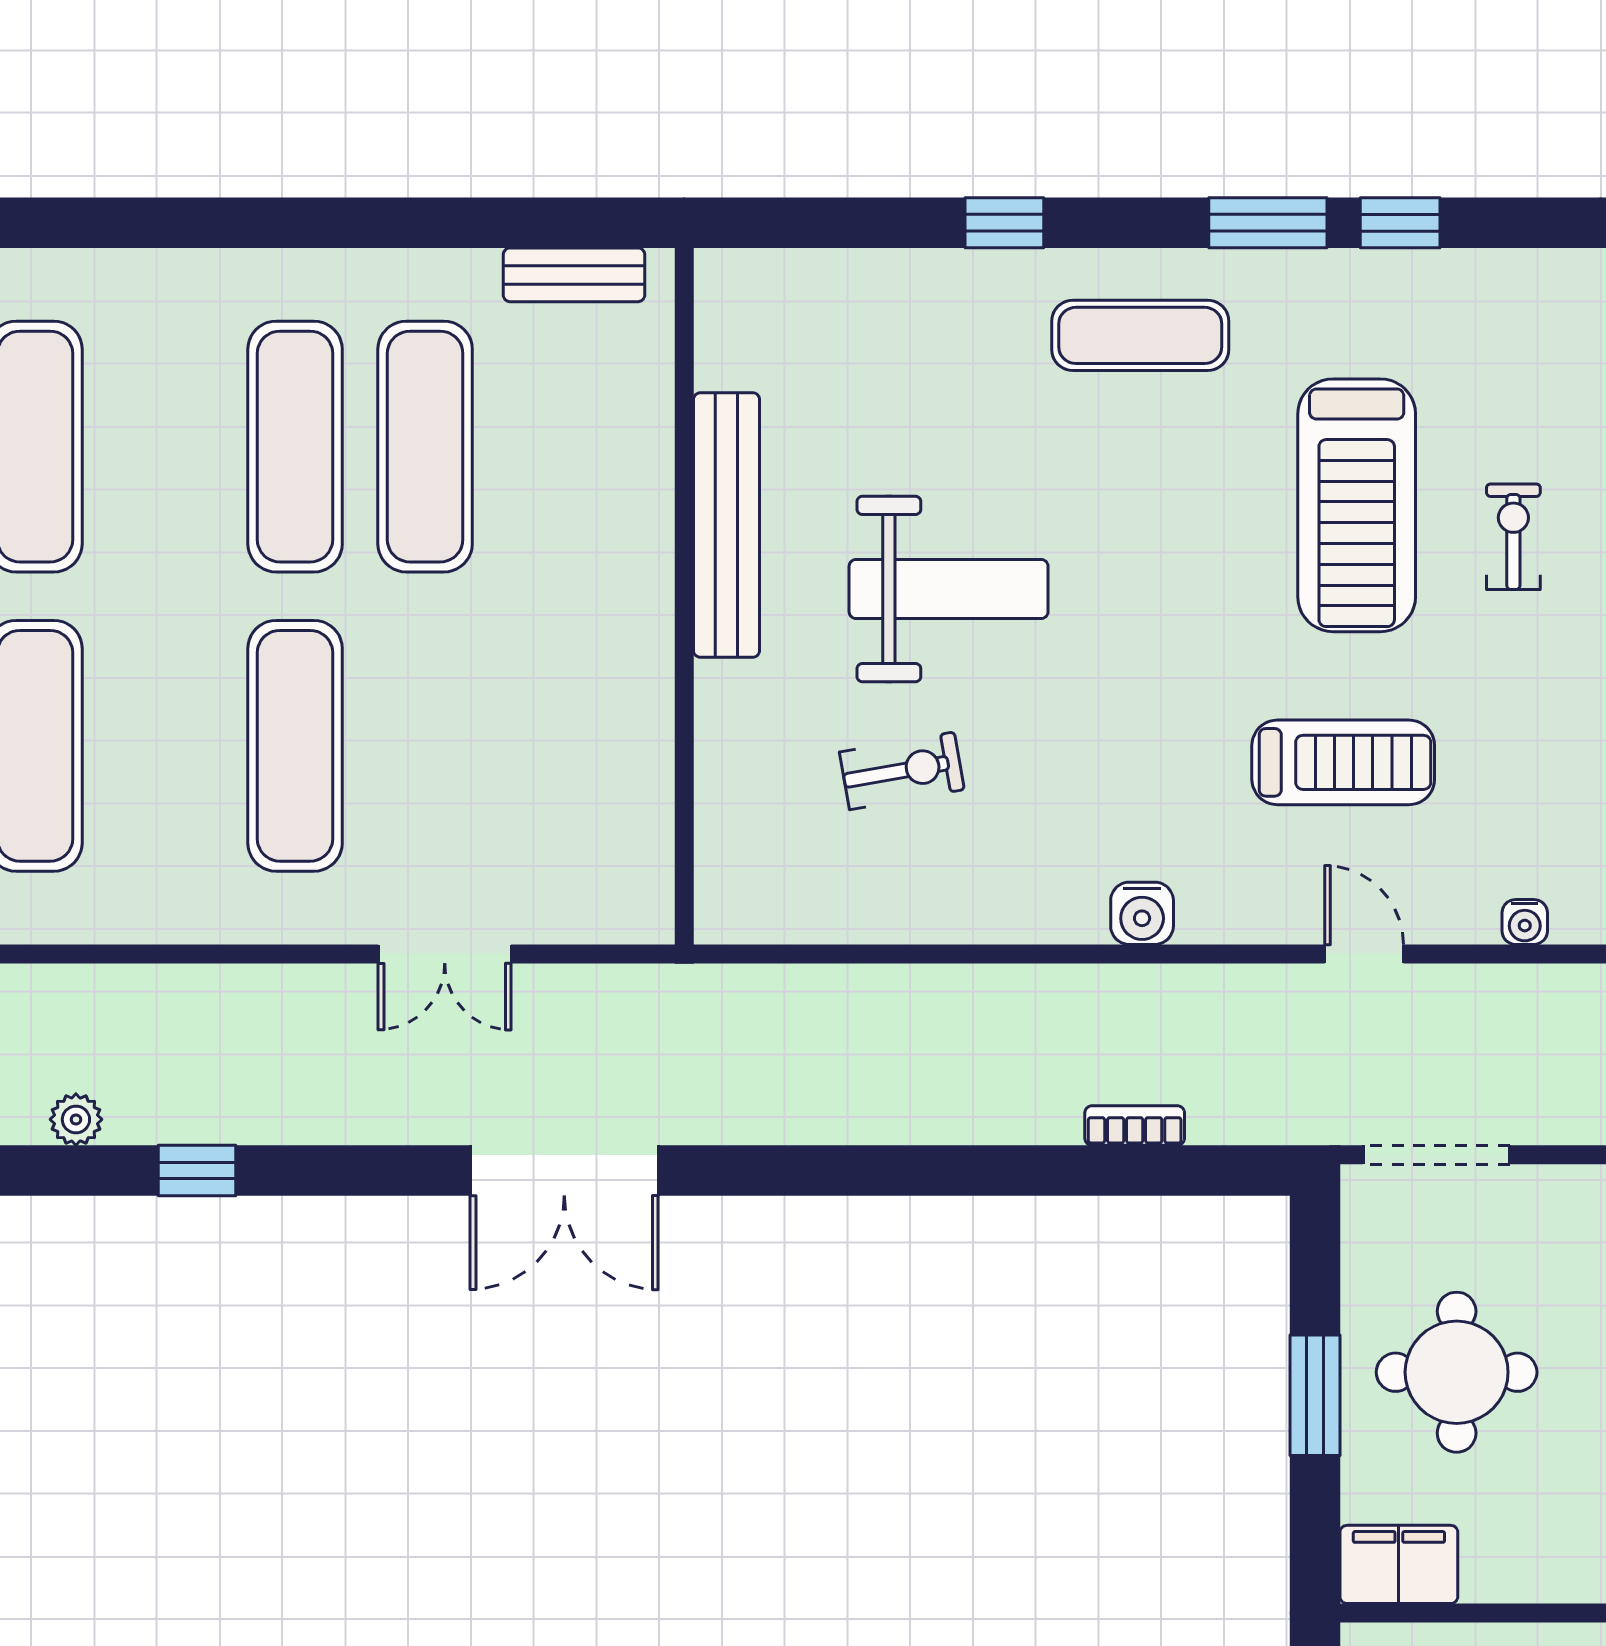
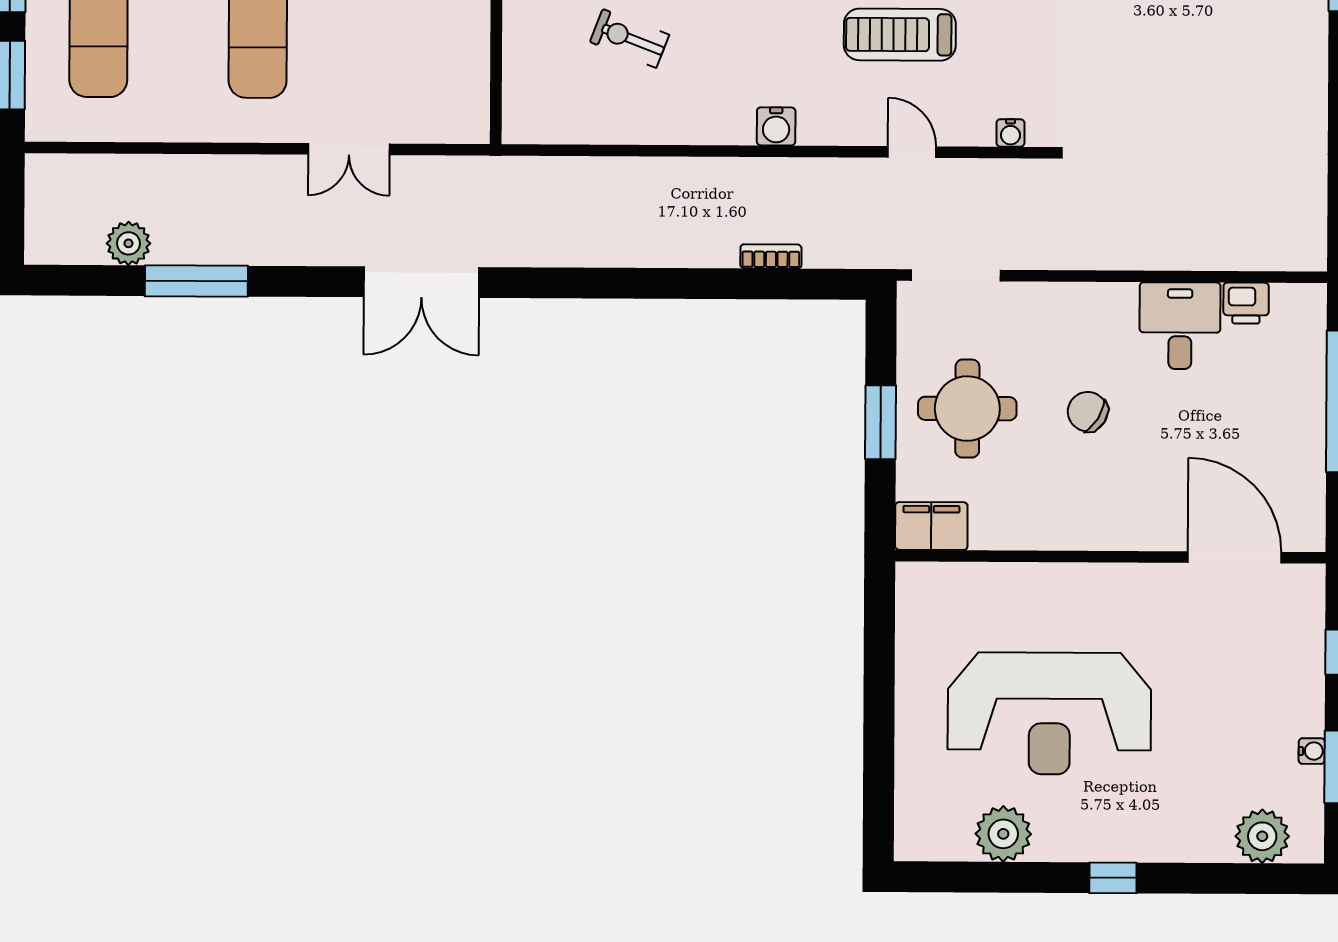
treadmill: (1343, 762) -> (900, 35), turned 180
exercise bike: (902, 771) -> (630, 38), turned -149
plant: (76, 1119) -> (128, 243), width x1.38, depth x1.38
window: (197, 1171) -> (196, 281), width x2.17

